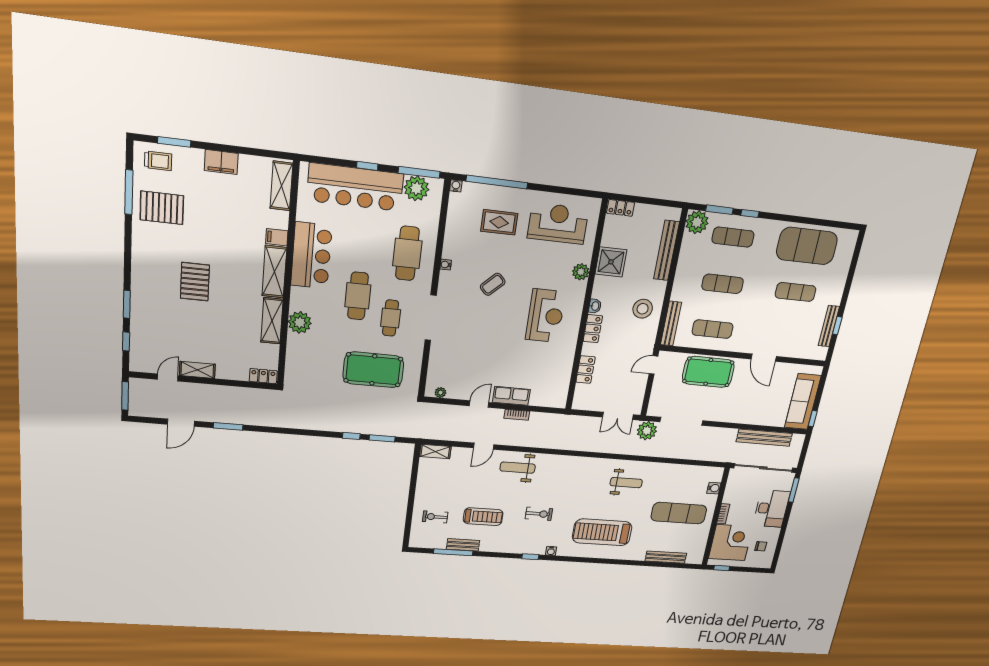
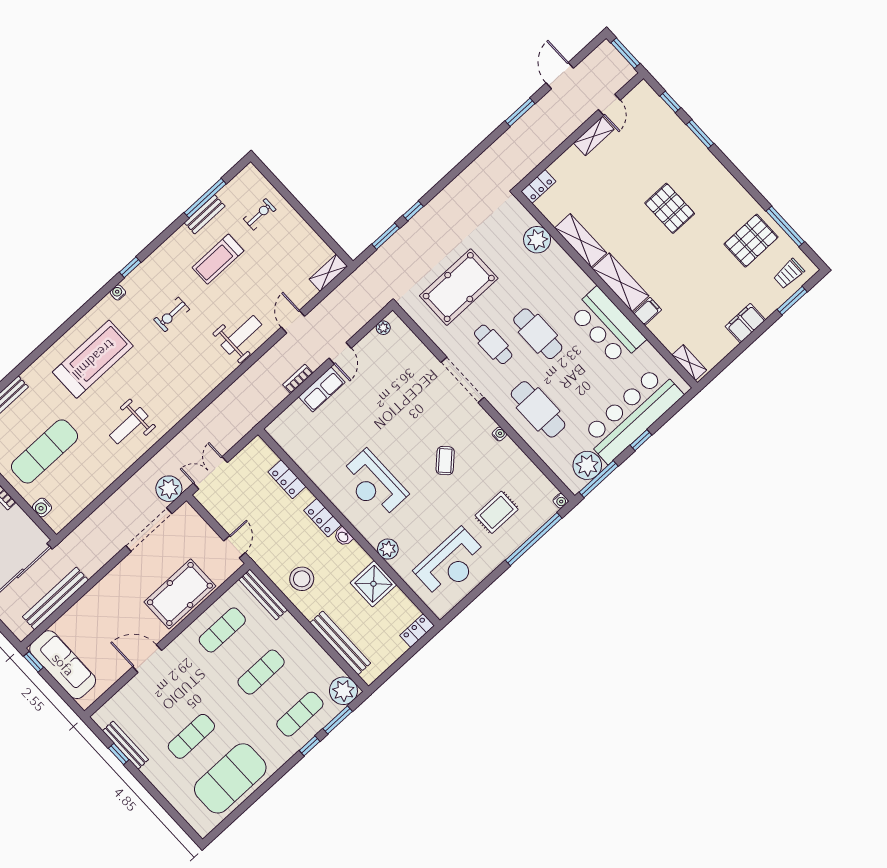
shelving: (281, 186) -> (689, 362), width x0.67, depth x0.75
plant: (300, 322) -> (537, 240), moved

